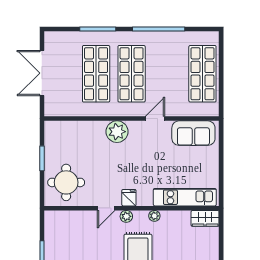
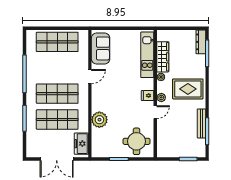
freezer: (63, 107) -> (81, 144), added
door: (155, 119) -> (90, 77), swing flipped
plant: (117, 132) -> (99, 120), moved
door: (106, 208) -> (155, 112), hinge flipped
wardrobe: (205, 218) -> (163, 57), moved, width x1.50

